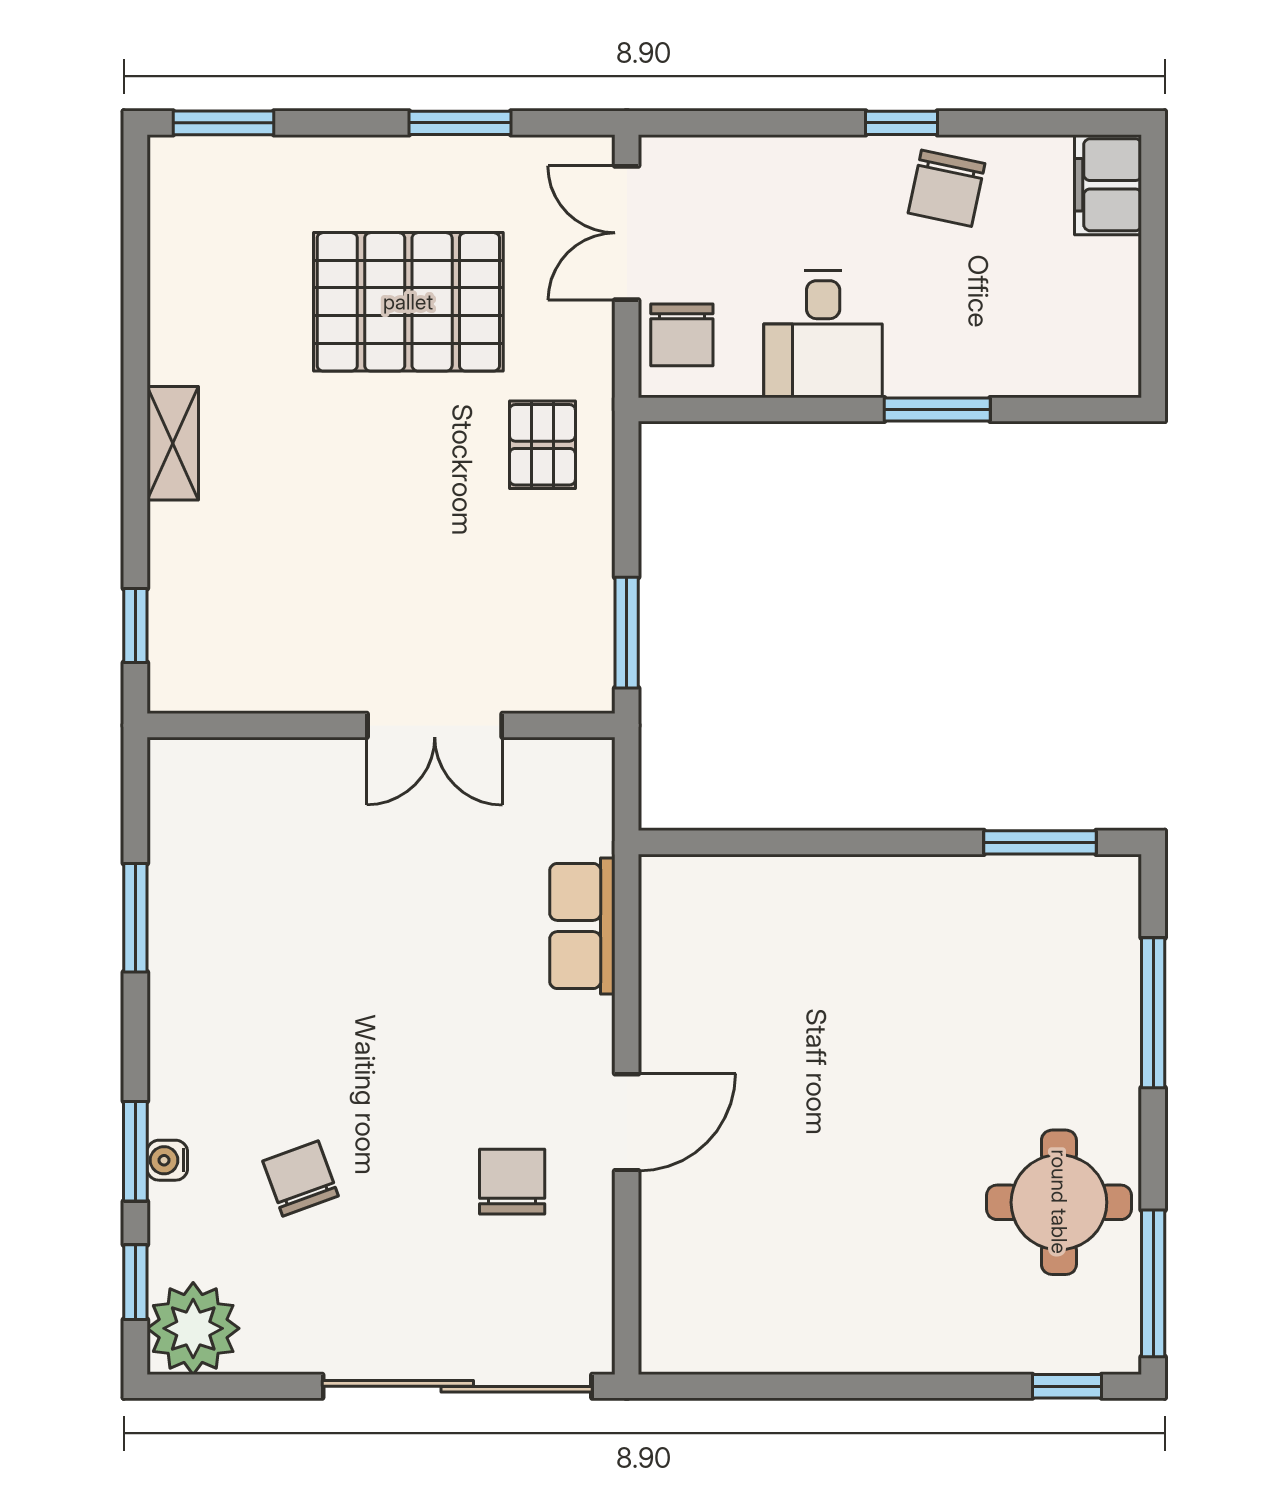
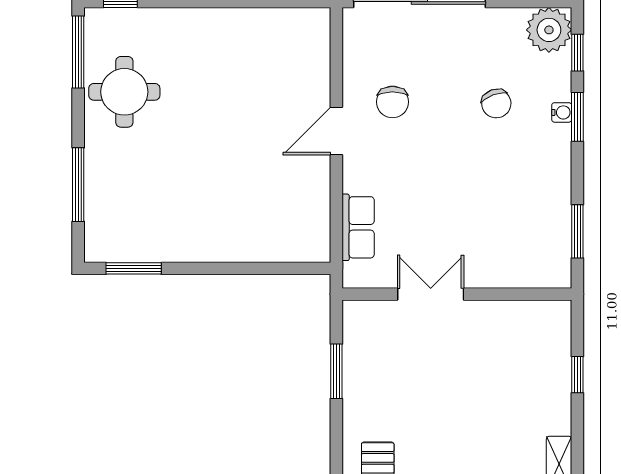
wall: (381, 725) -> (457, 294), moved
double door: (435, 725) -> (431, 294), moved

